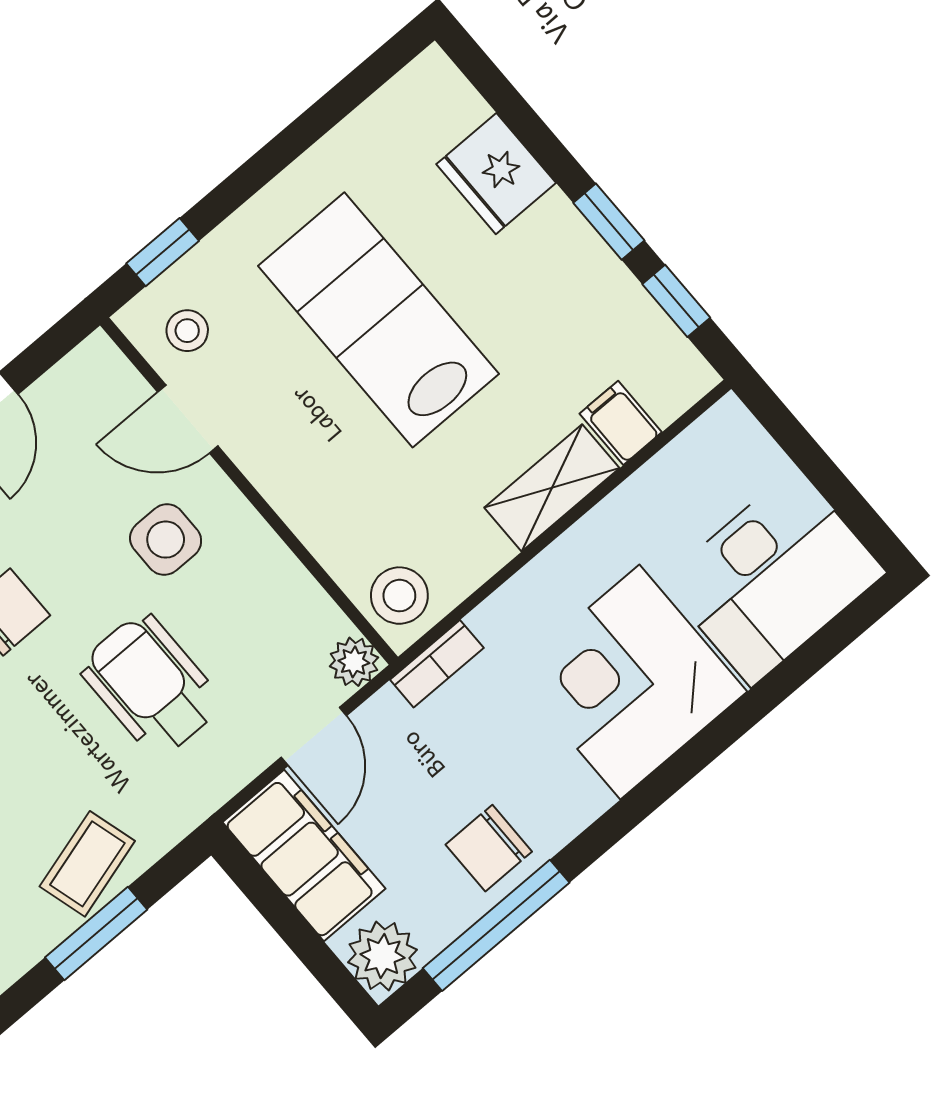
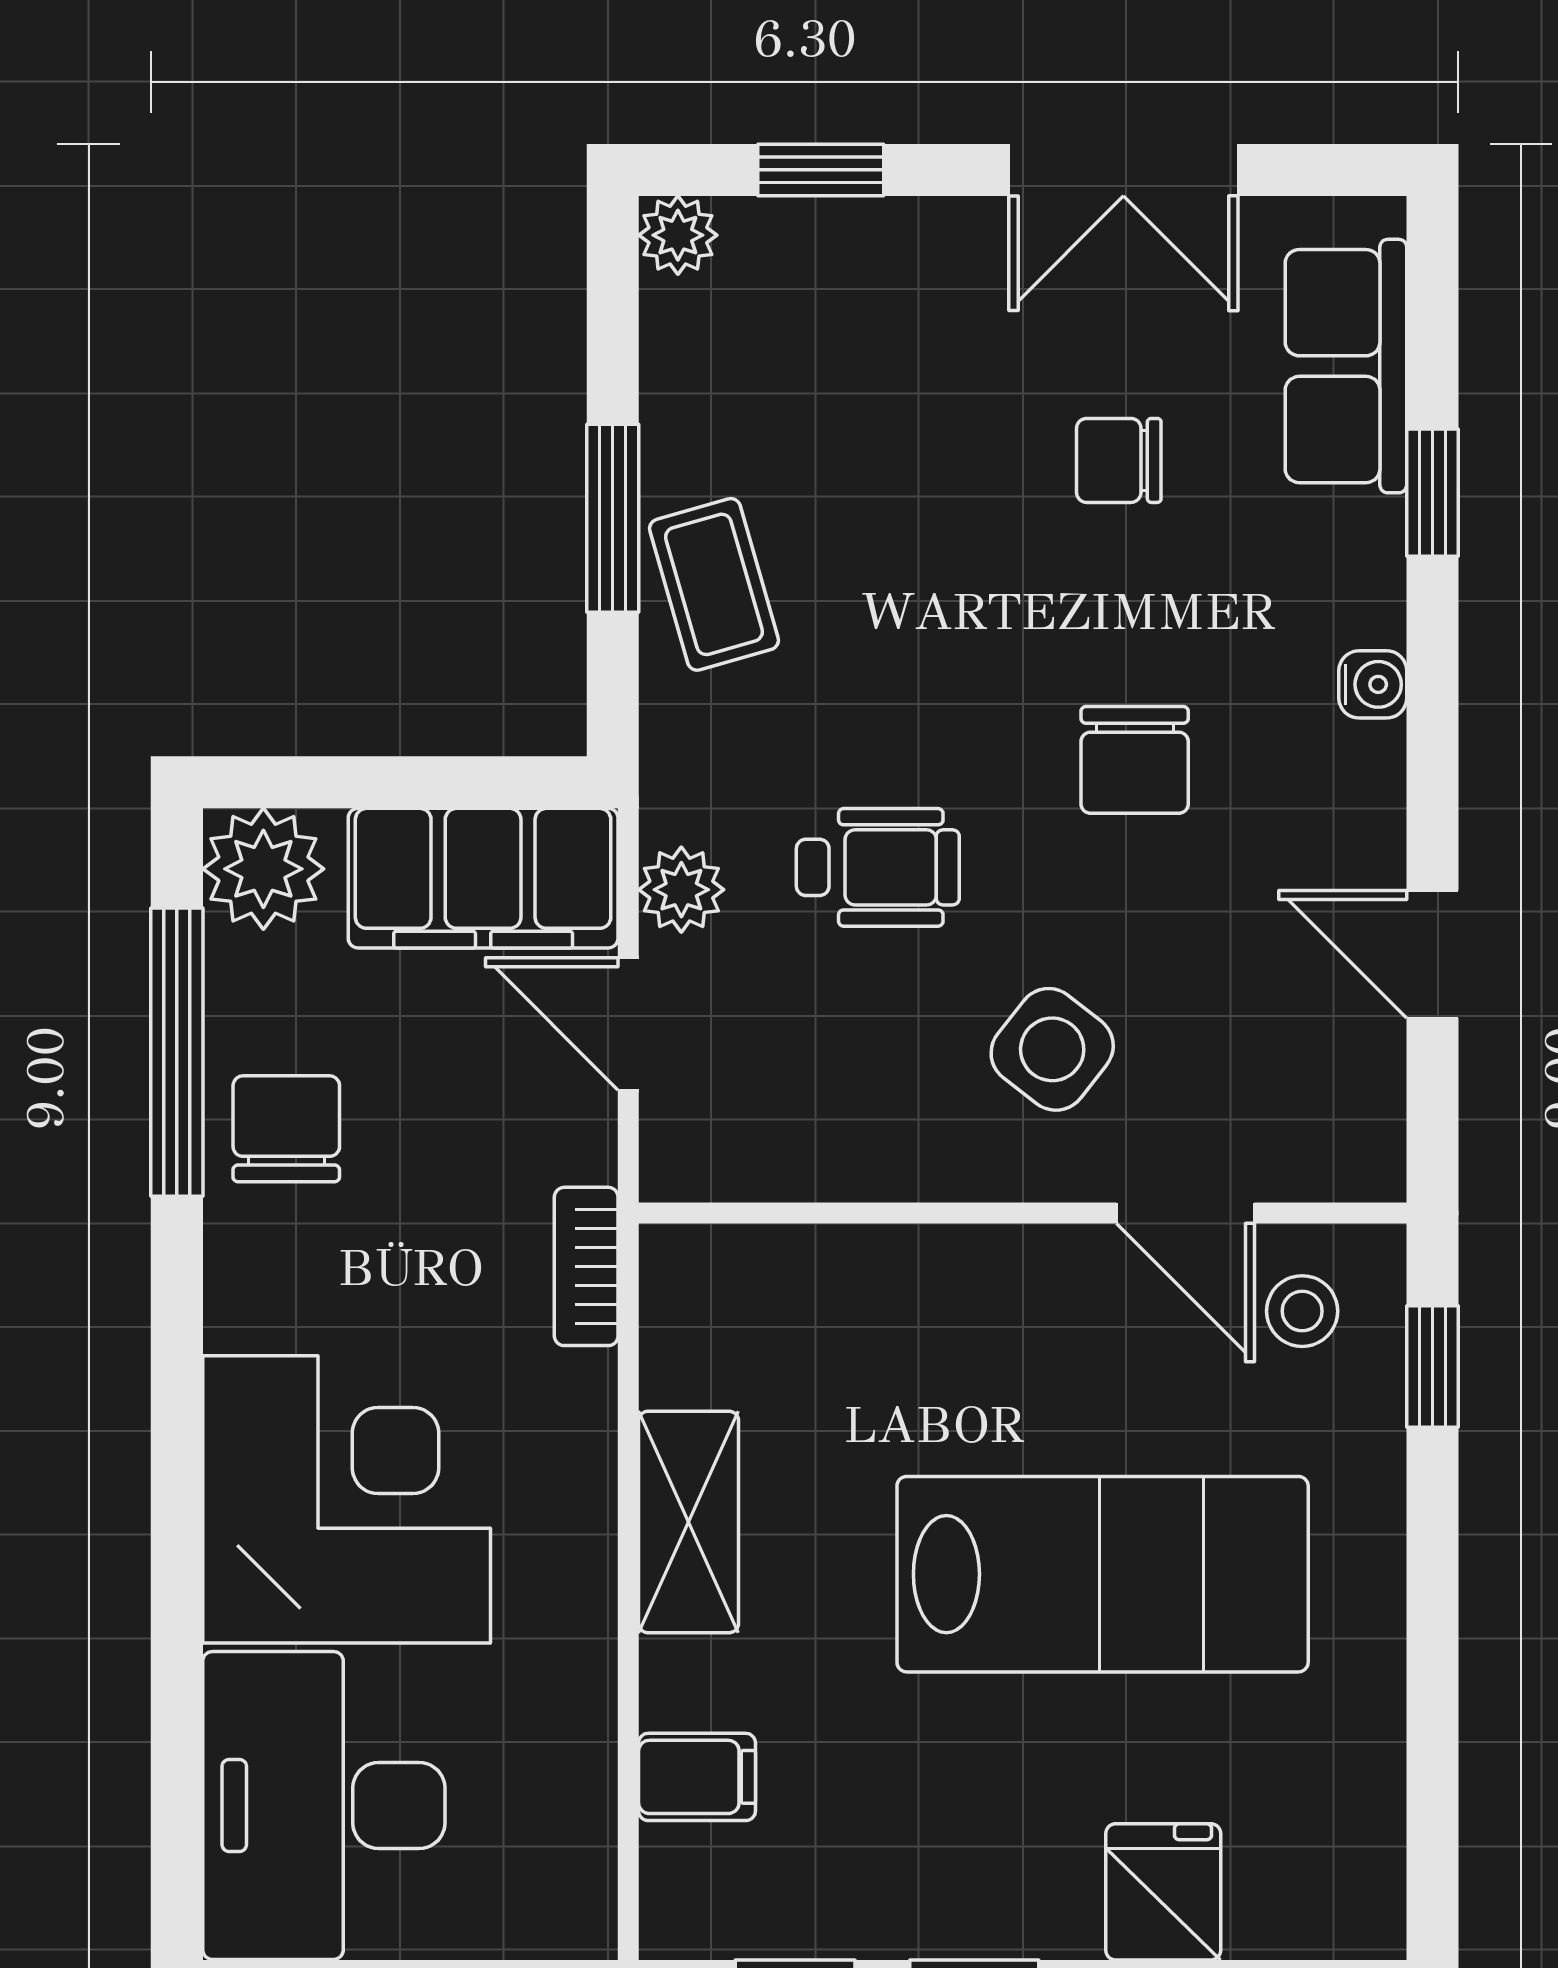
fridge: (496, 174) -> (1163, 1892), width x0.72
door: (188, 419) -> (1185, 1213), swing flipped
shelving: (552, 488) -> (689, 1522), moved
side table: (166, 540) -> (1052, 1049), turned 38
stool: (399, 596) -> (718, 1294), removed
plant: (354, 662) -> (681, 890), moved
wheelchair: (151, 685) -> (878, 867), width x0.73, depth x0.73

